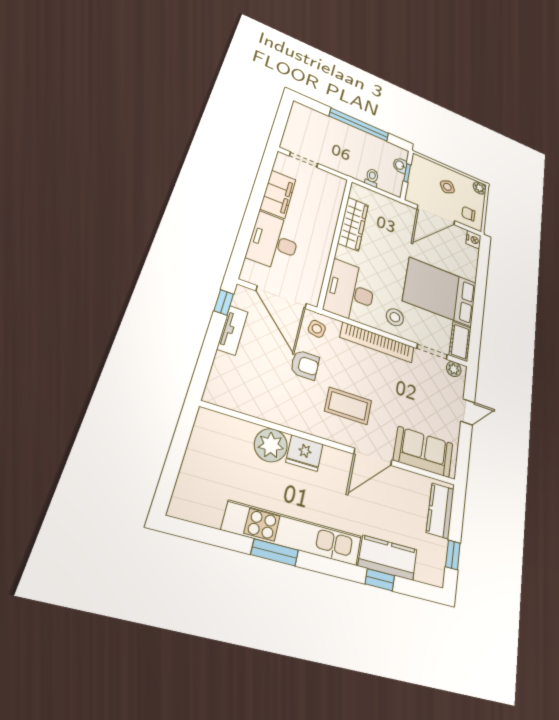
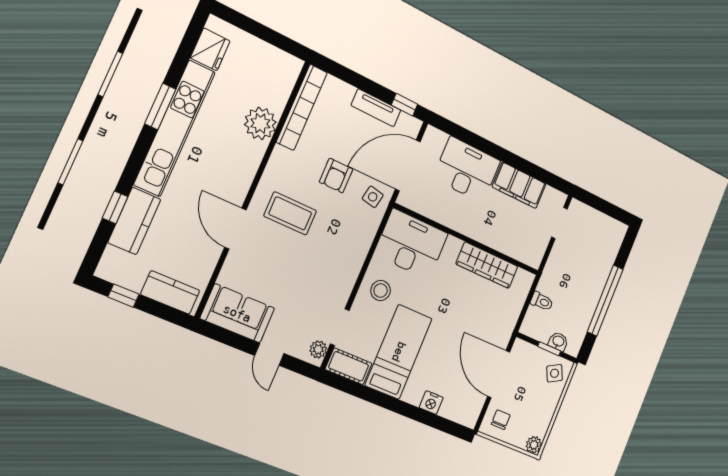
side table: (447, 187) -> (555, 373), moved
nightstand: (474, 240) -> (431, 403), moved
bed: (440, 292) -> (399, 352), width x0.67
bookcase: (377, 342) -> (302, 107), moved, turned 180
coffee table: (348, 406) -> (290, 213), turned 90
sofa: (423, 452) -> (237, 313), moved, turned -90
fridge: (304, 453) -> (210, 49), moved, turned 180

